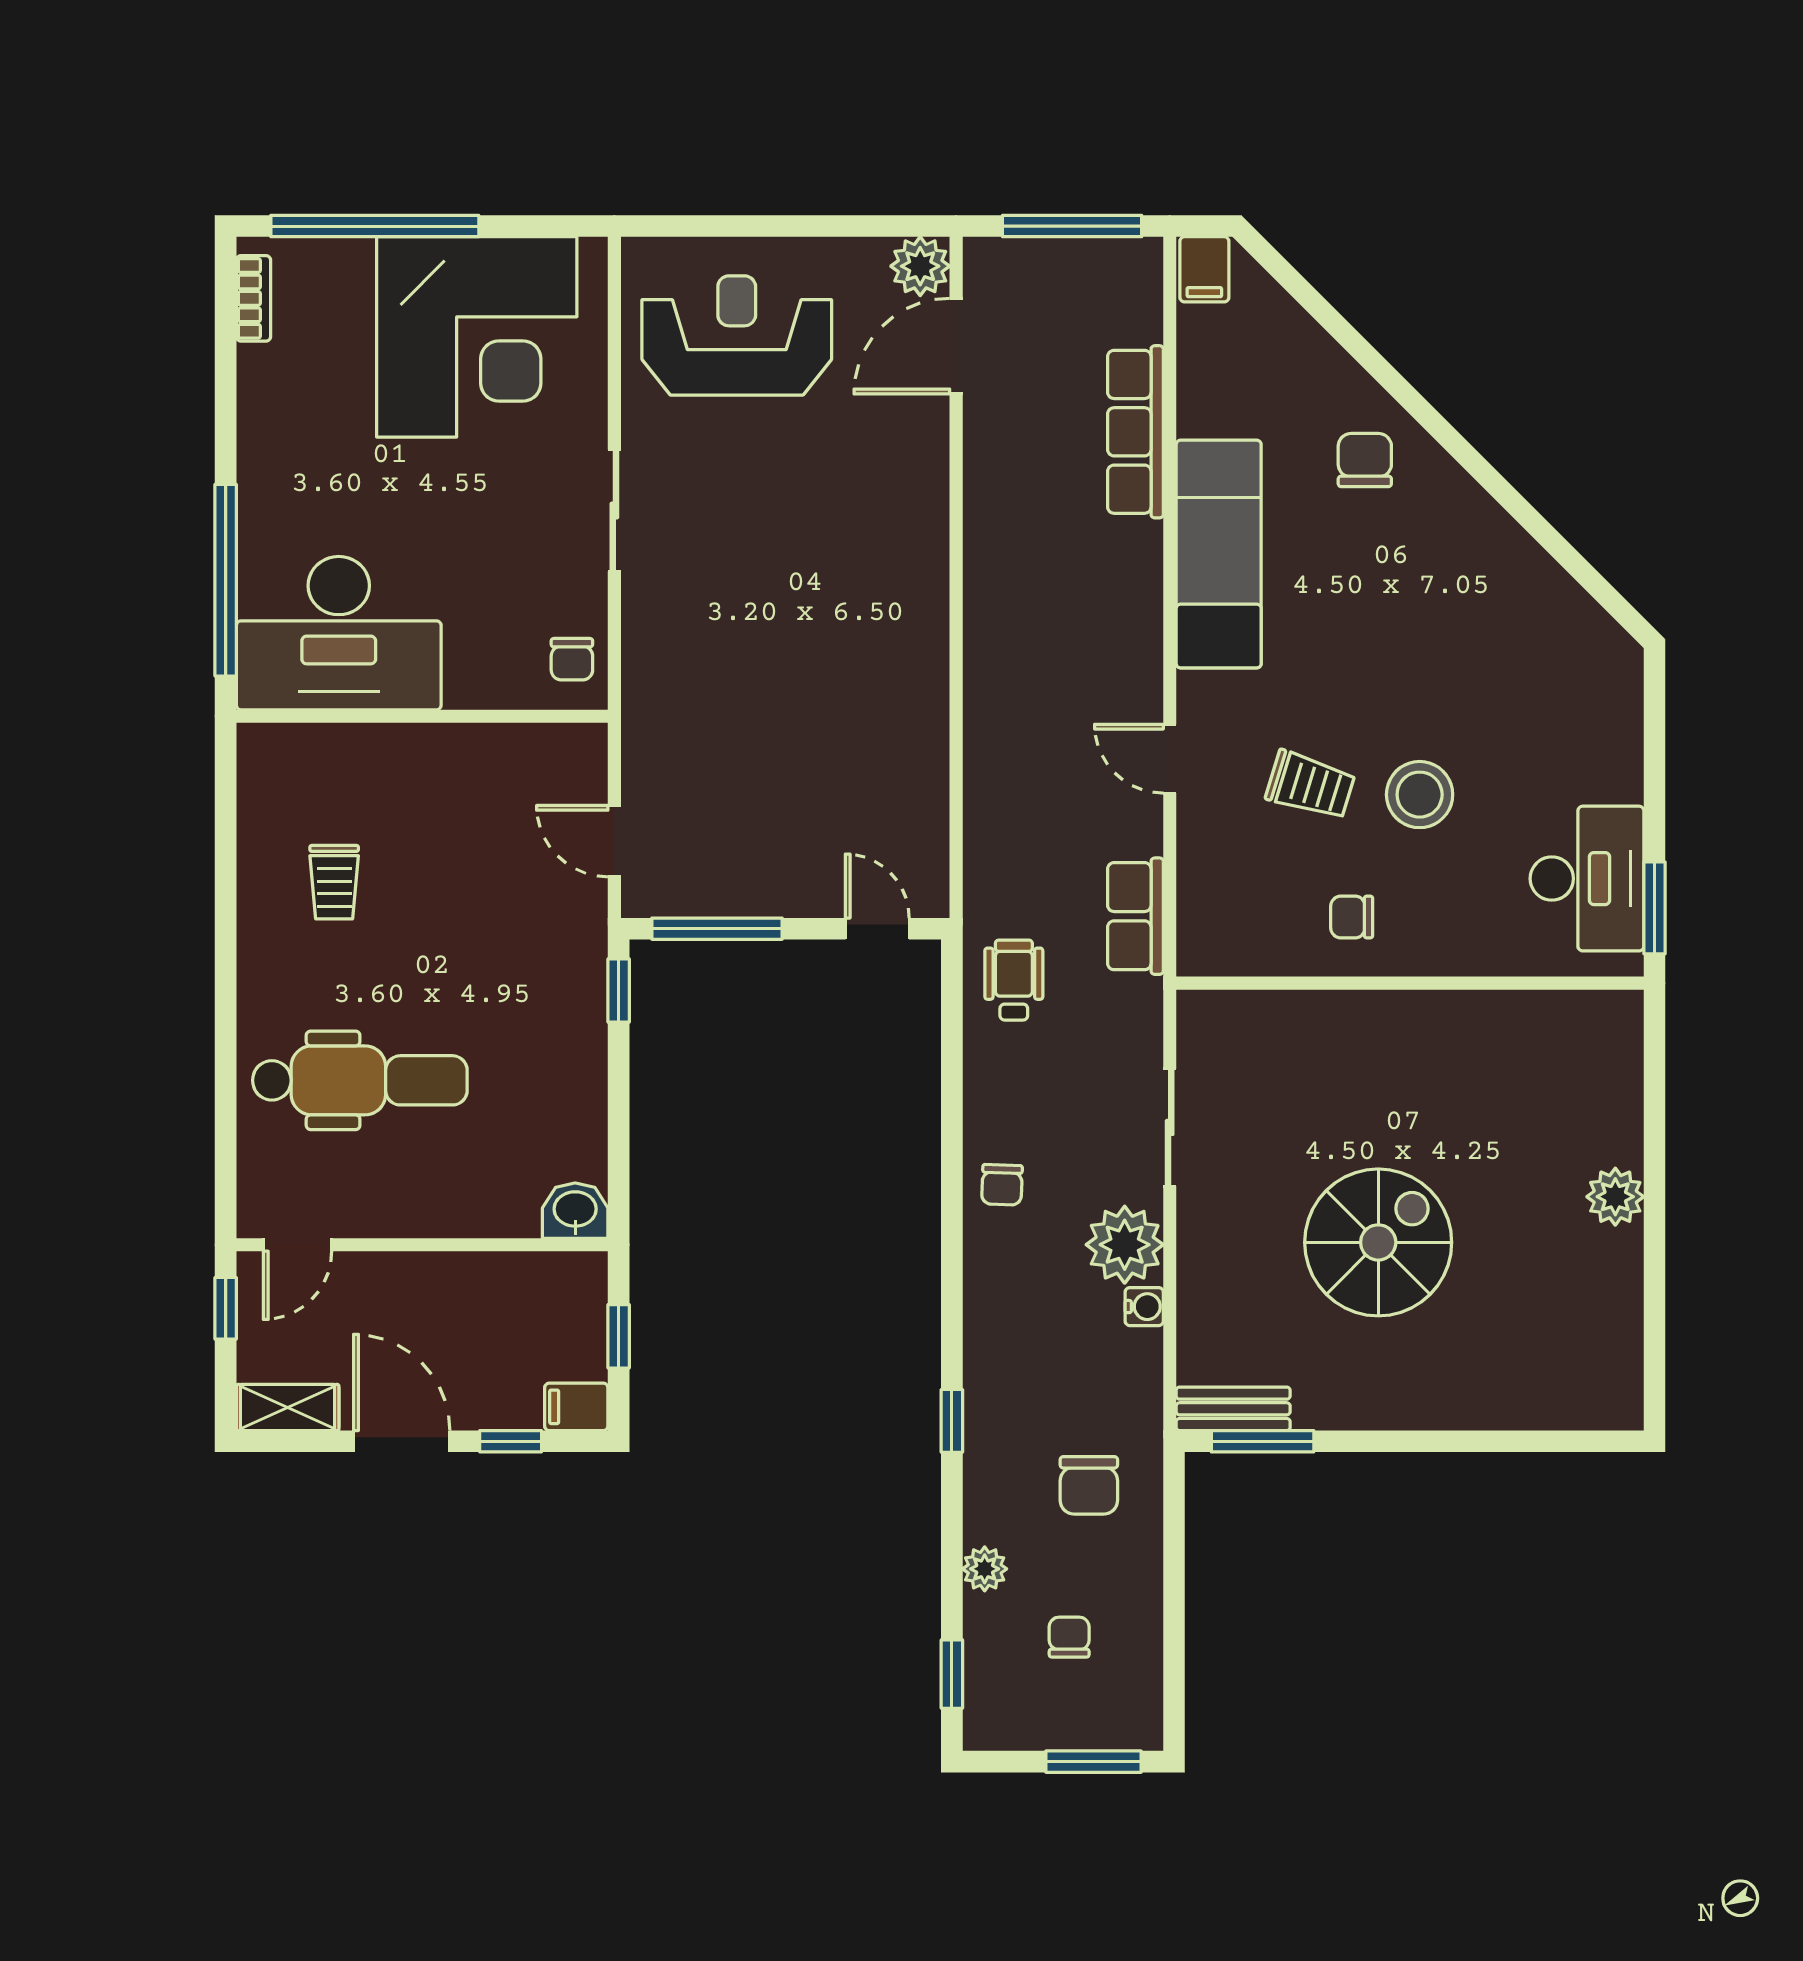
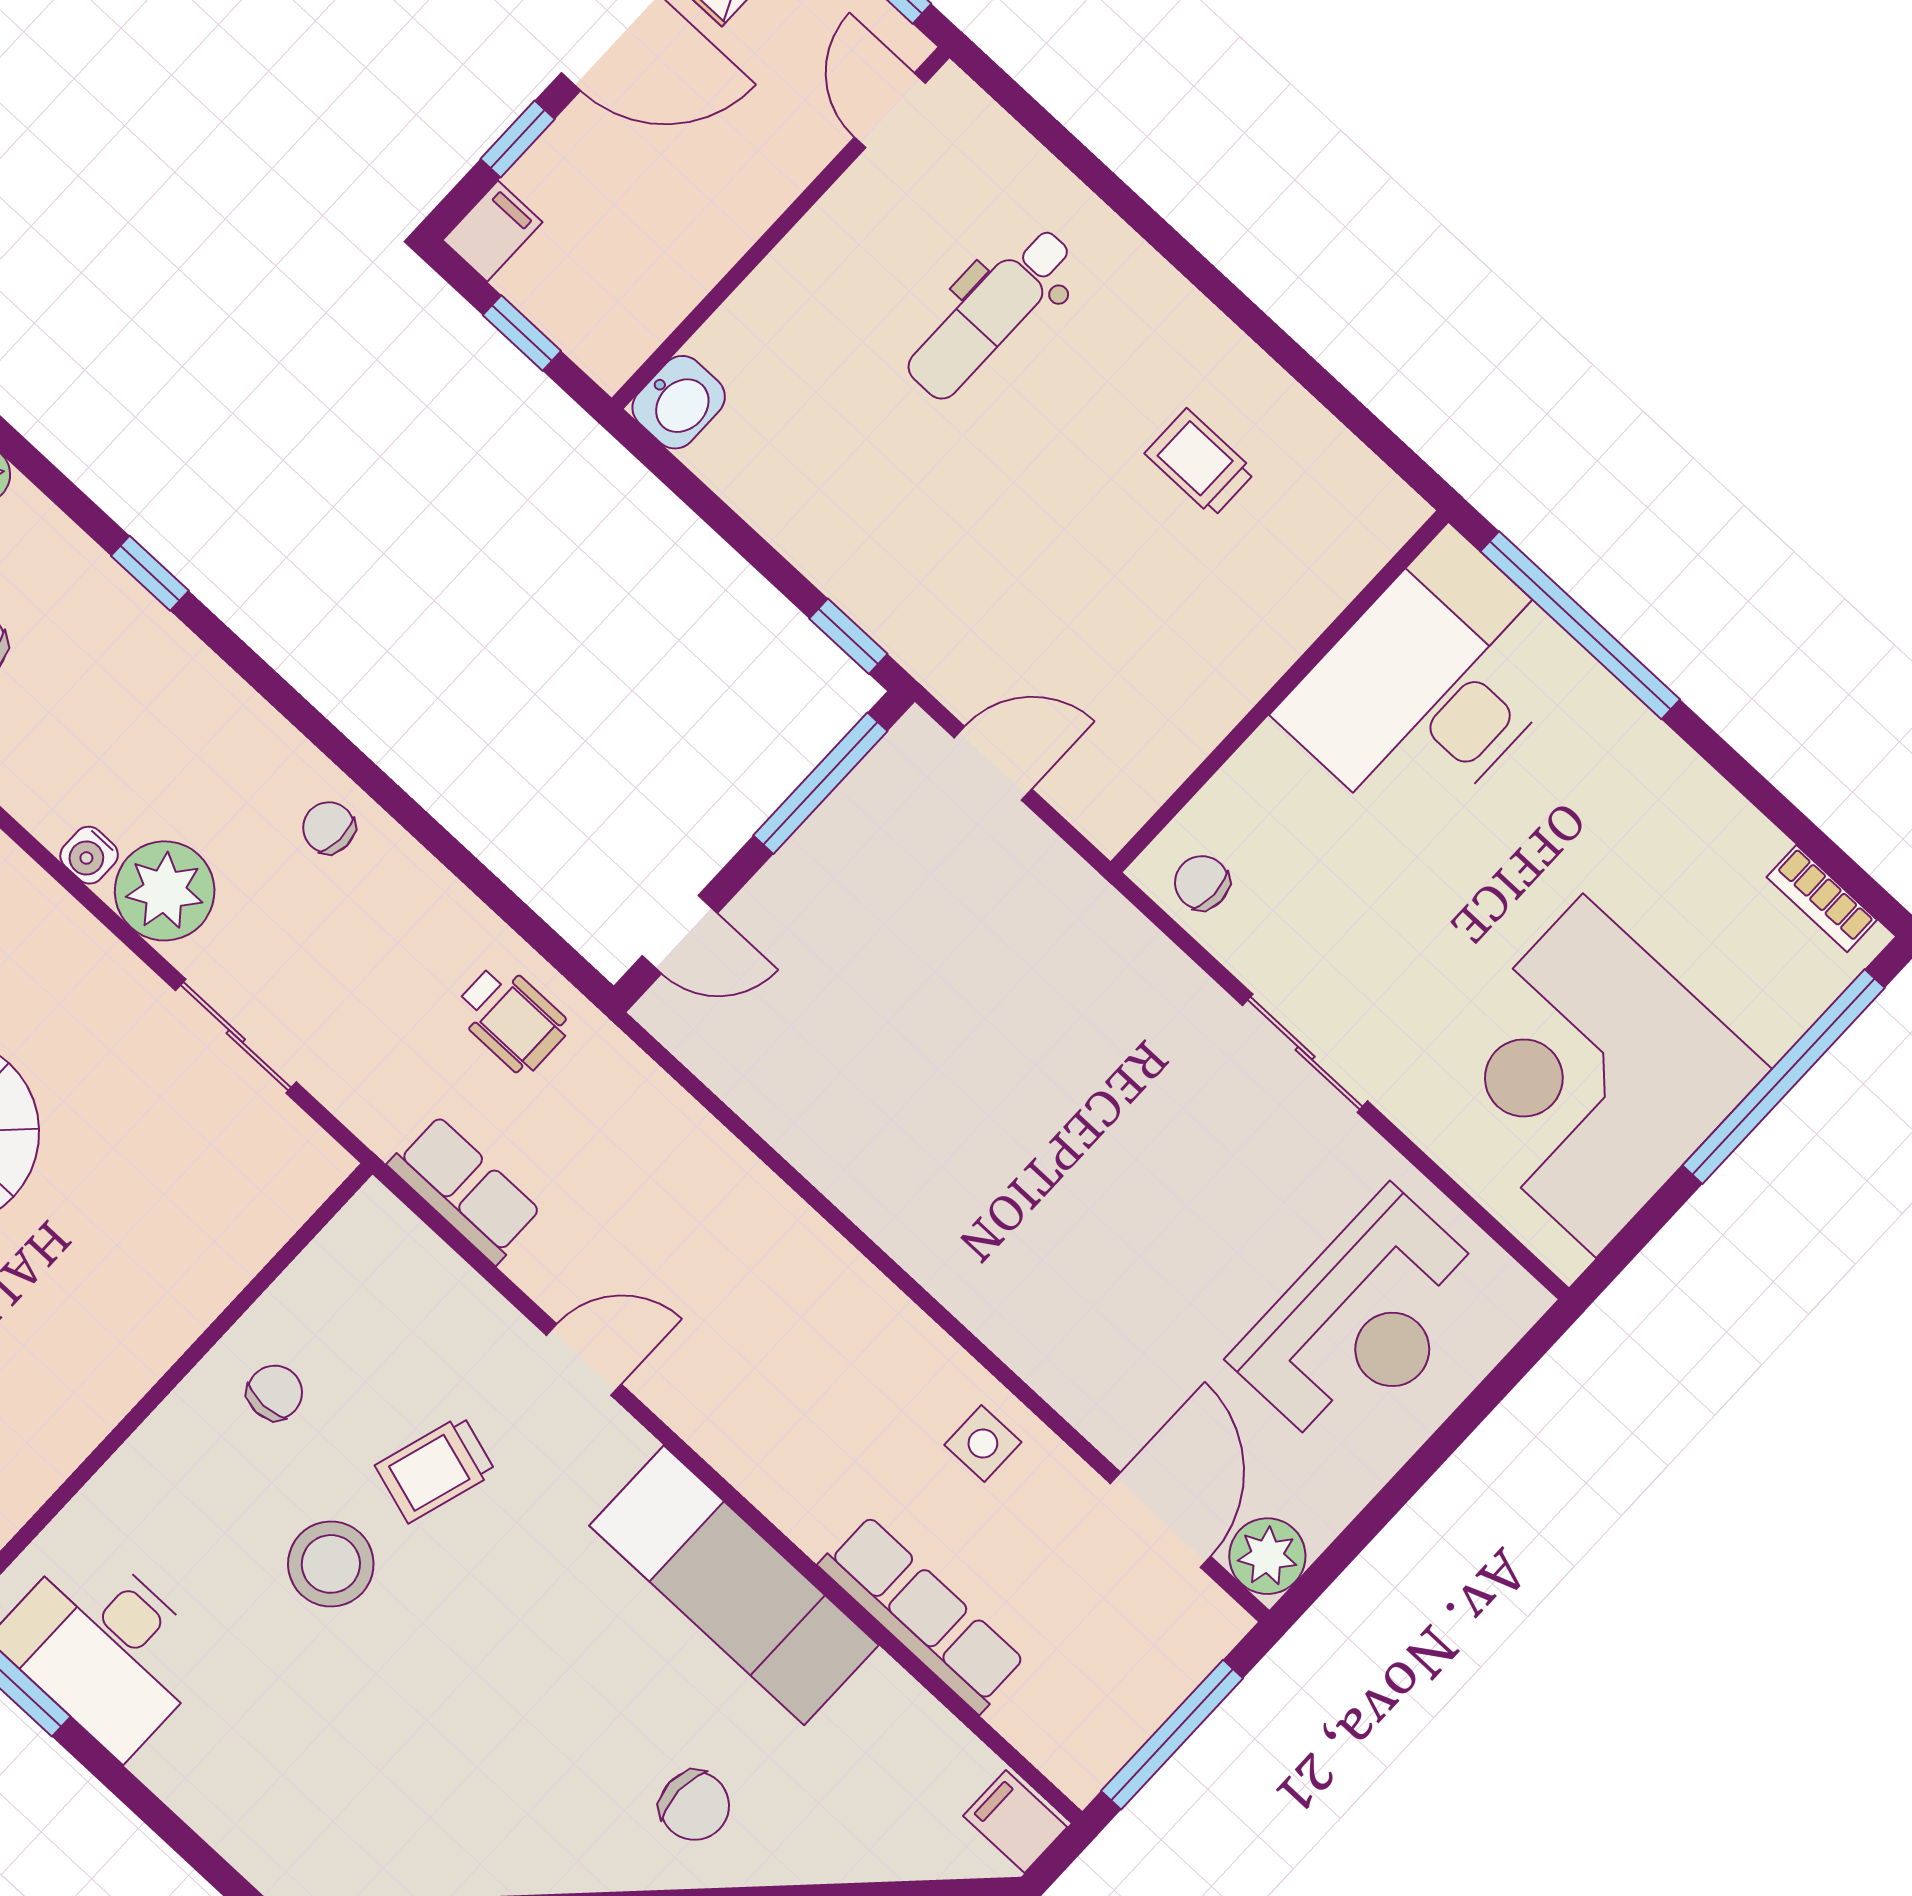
side table: (1006, 487) -> (983, 1443), added
dental chair: (360, 1080) -> (990, 313), width x0.73, depth x0.72

